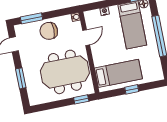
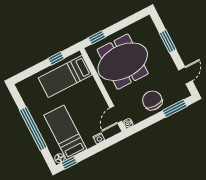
chair: (49, 31) -> (152, 100), turned -90
door: (86, 38) -> (116, 115), moved
window: (132, 89) -> (56, 58), moved

